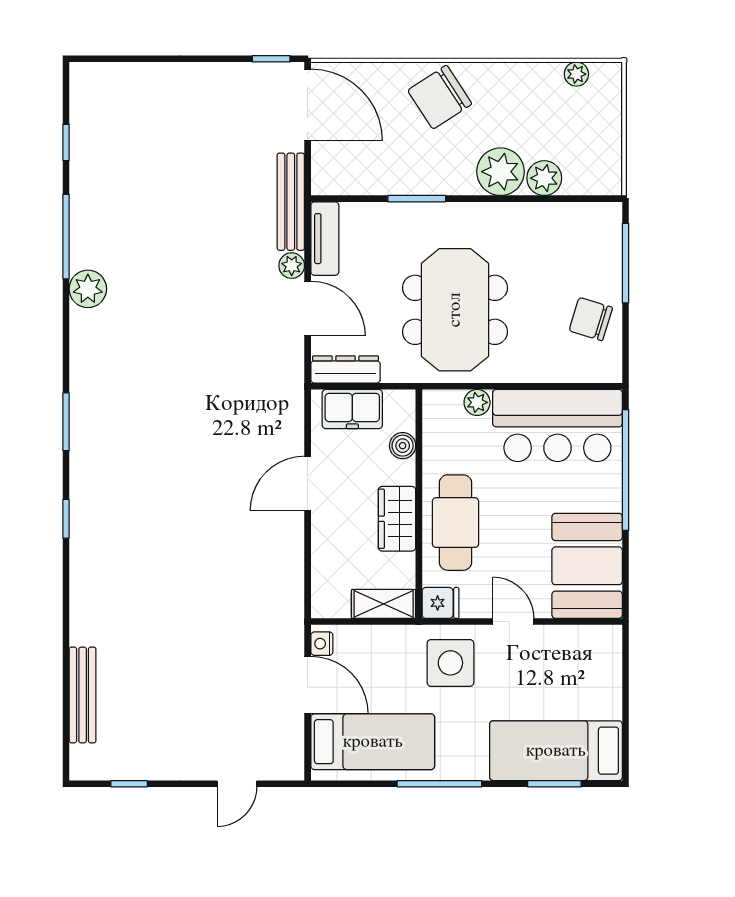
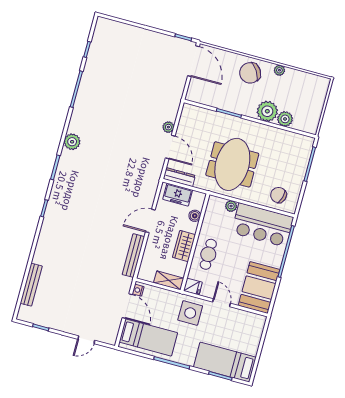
plant: (576, 74) -> (279, 70), moved
bench: (291, 202) -> (133, 256), moved
tv unit: (325, 239) -> (185, 119), removed
plant: (88, 289) -> (72, 142), moved
chair: (591, 319) -> (278, 195), moved
cafe table: (455, 523) -> (208, 254), width x0.73, depth x0.74

